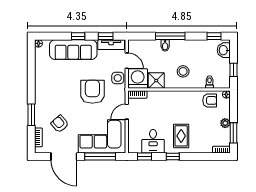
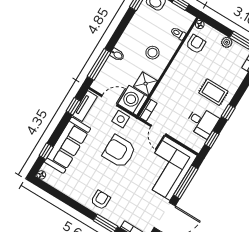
window: (78, 36) -> (46, 151), moved
window: (170, 36) -> (99, 64), moved
armchair: (60, 124) -> (101, 200), moved, turned 131

